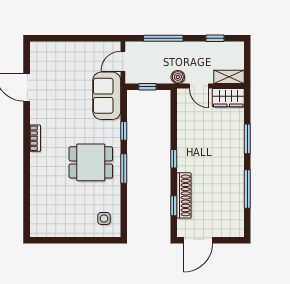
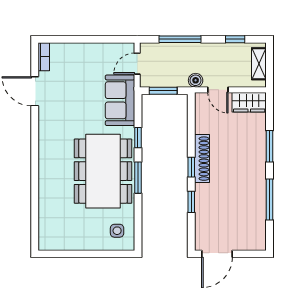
shelving: (229, 77) -> (259, 64), moved, turned 90
window: (147, 87) -> (163, 91), width x1.50
bookcase: (35, 138) -> (44, 57), moved
dining table: (91, 162) -> (103, 171), width x1.88, depth x1.24
shoe rack: (184, 195) -> (202, 159), moved
window: (174, 206) -> (191, 202), moved

